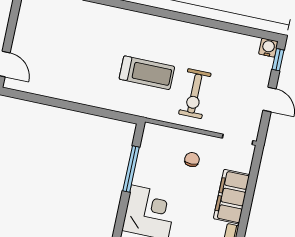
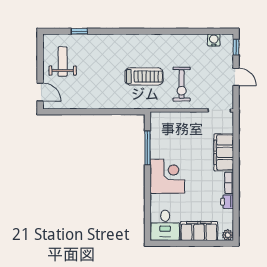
weight bench: (42, 30) -> (63, 62), added
water cooler: (268, 48) -> (214, 40), moved
chair: (192, 160) -> (190, 132), removed

